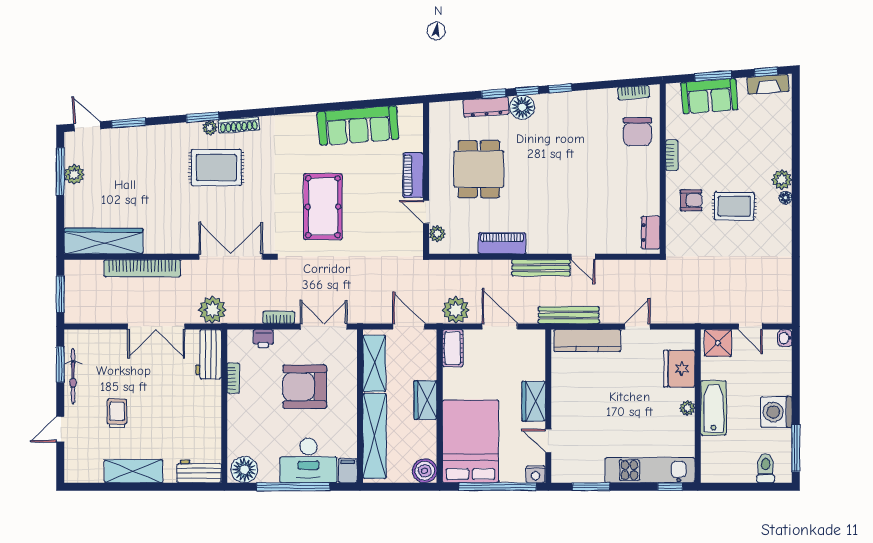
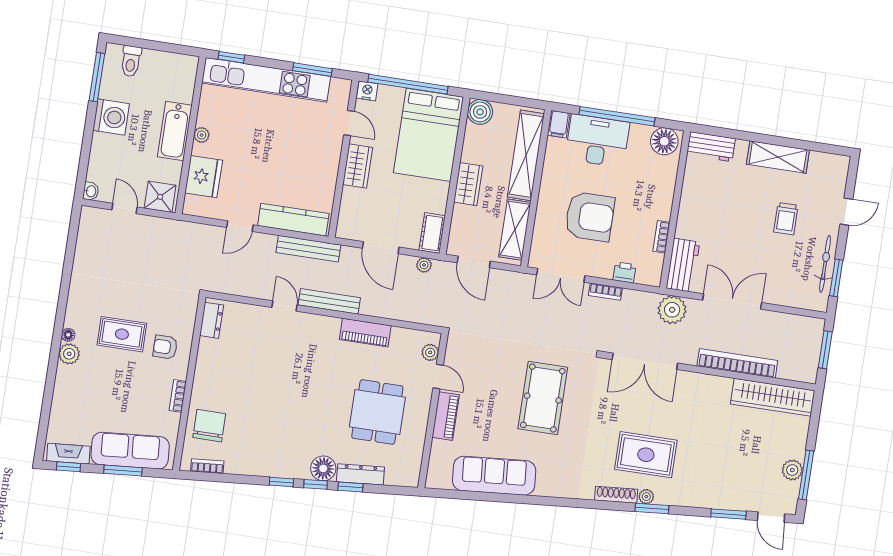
sofa: (709, 96) -> (130, 451), width x1.36
plant: (456, 310) -> (424, 265), width x0.53, depth x0.53
kitchen unit: (650, 470) -> (266, 80), width x1.36

